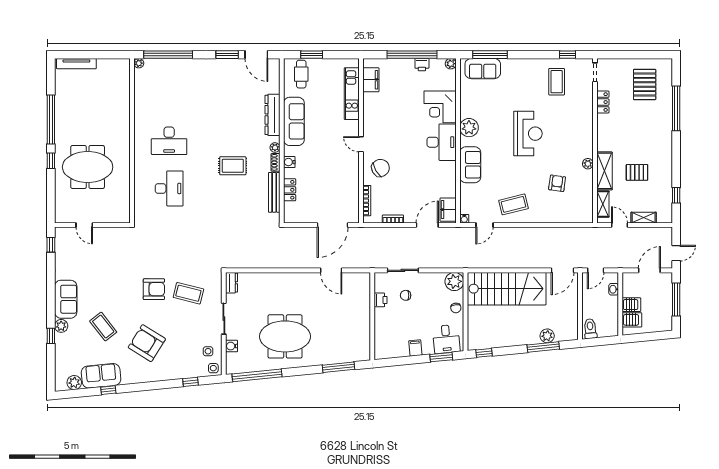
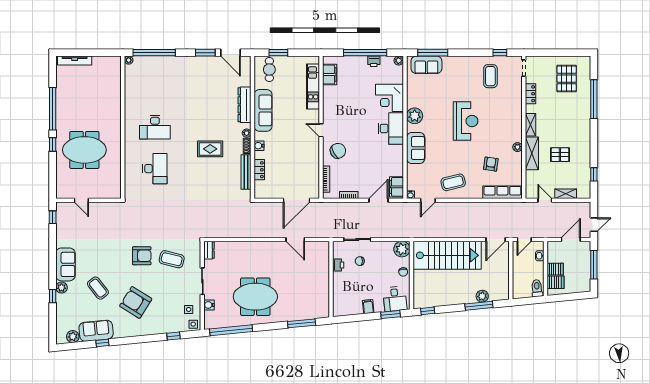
shelving: (603, 204) -> (530, 125), moved
row of seats: (570, 216) -> (502, 192), added
toilet: (590, 329) -> (537, 288), moved

